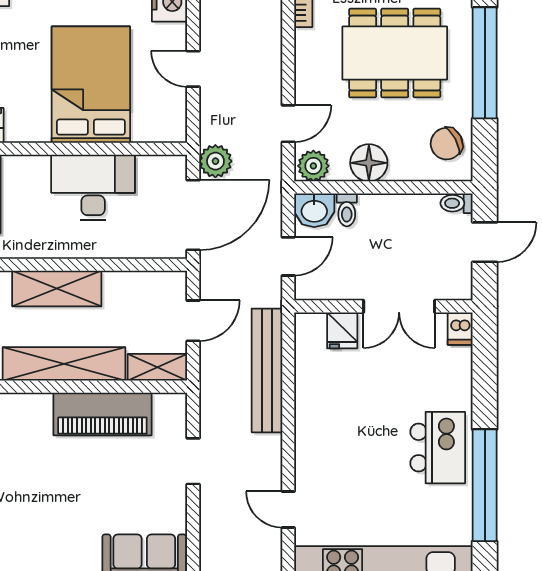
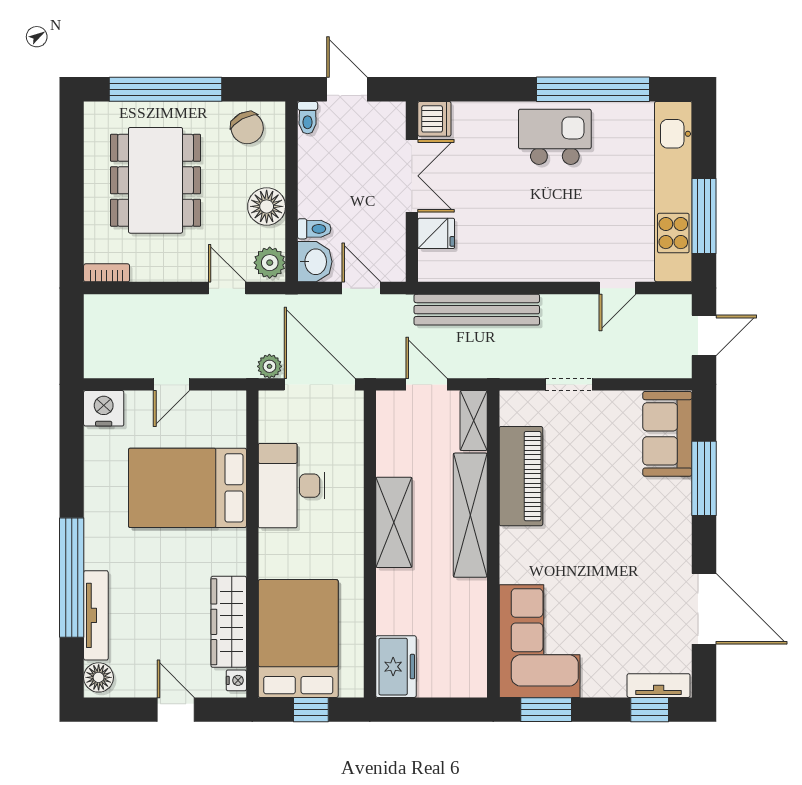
plant: (215, 161) -> (269, 366), width x0.73, depth x0.73
dishwasher: (460, 329) -> (434, 119), width x1.38

